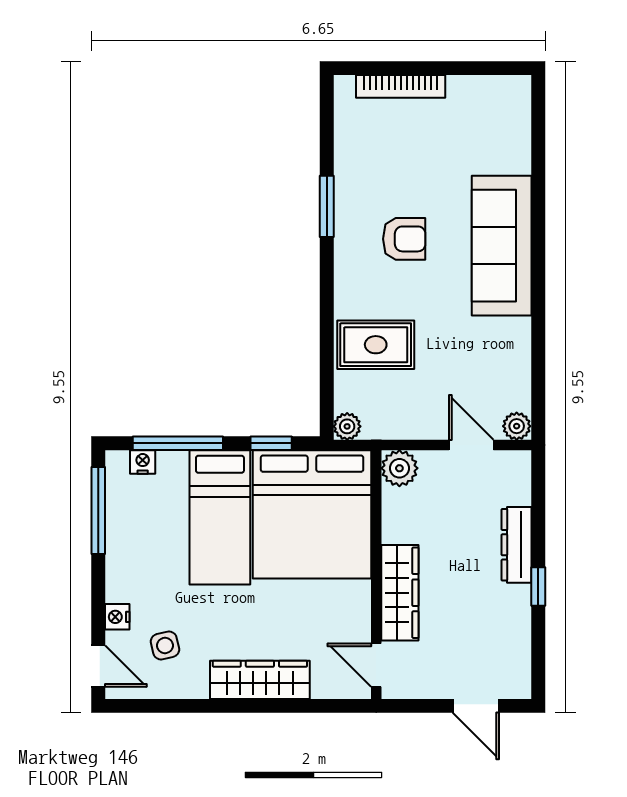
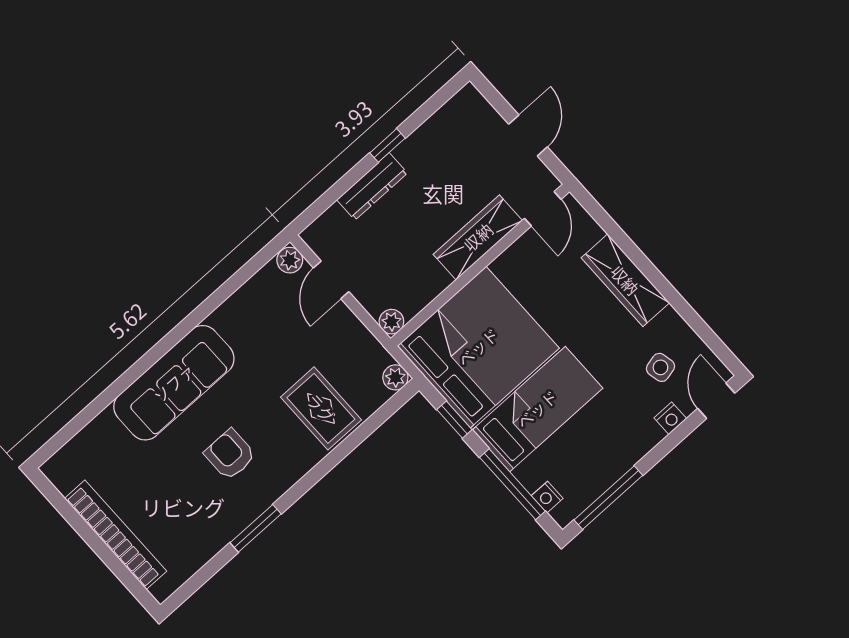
bookcase: (401, 86) -> (116, 535), width x1.48, depth x1.31
plant: (399, 468) -> (391, 322), width x0.73, depth x0.73
door: (476, 706) -> (528, 136), moved

